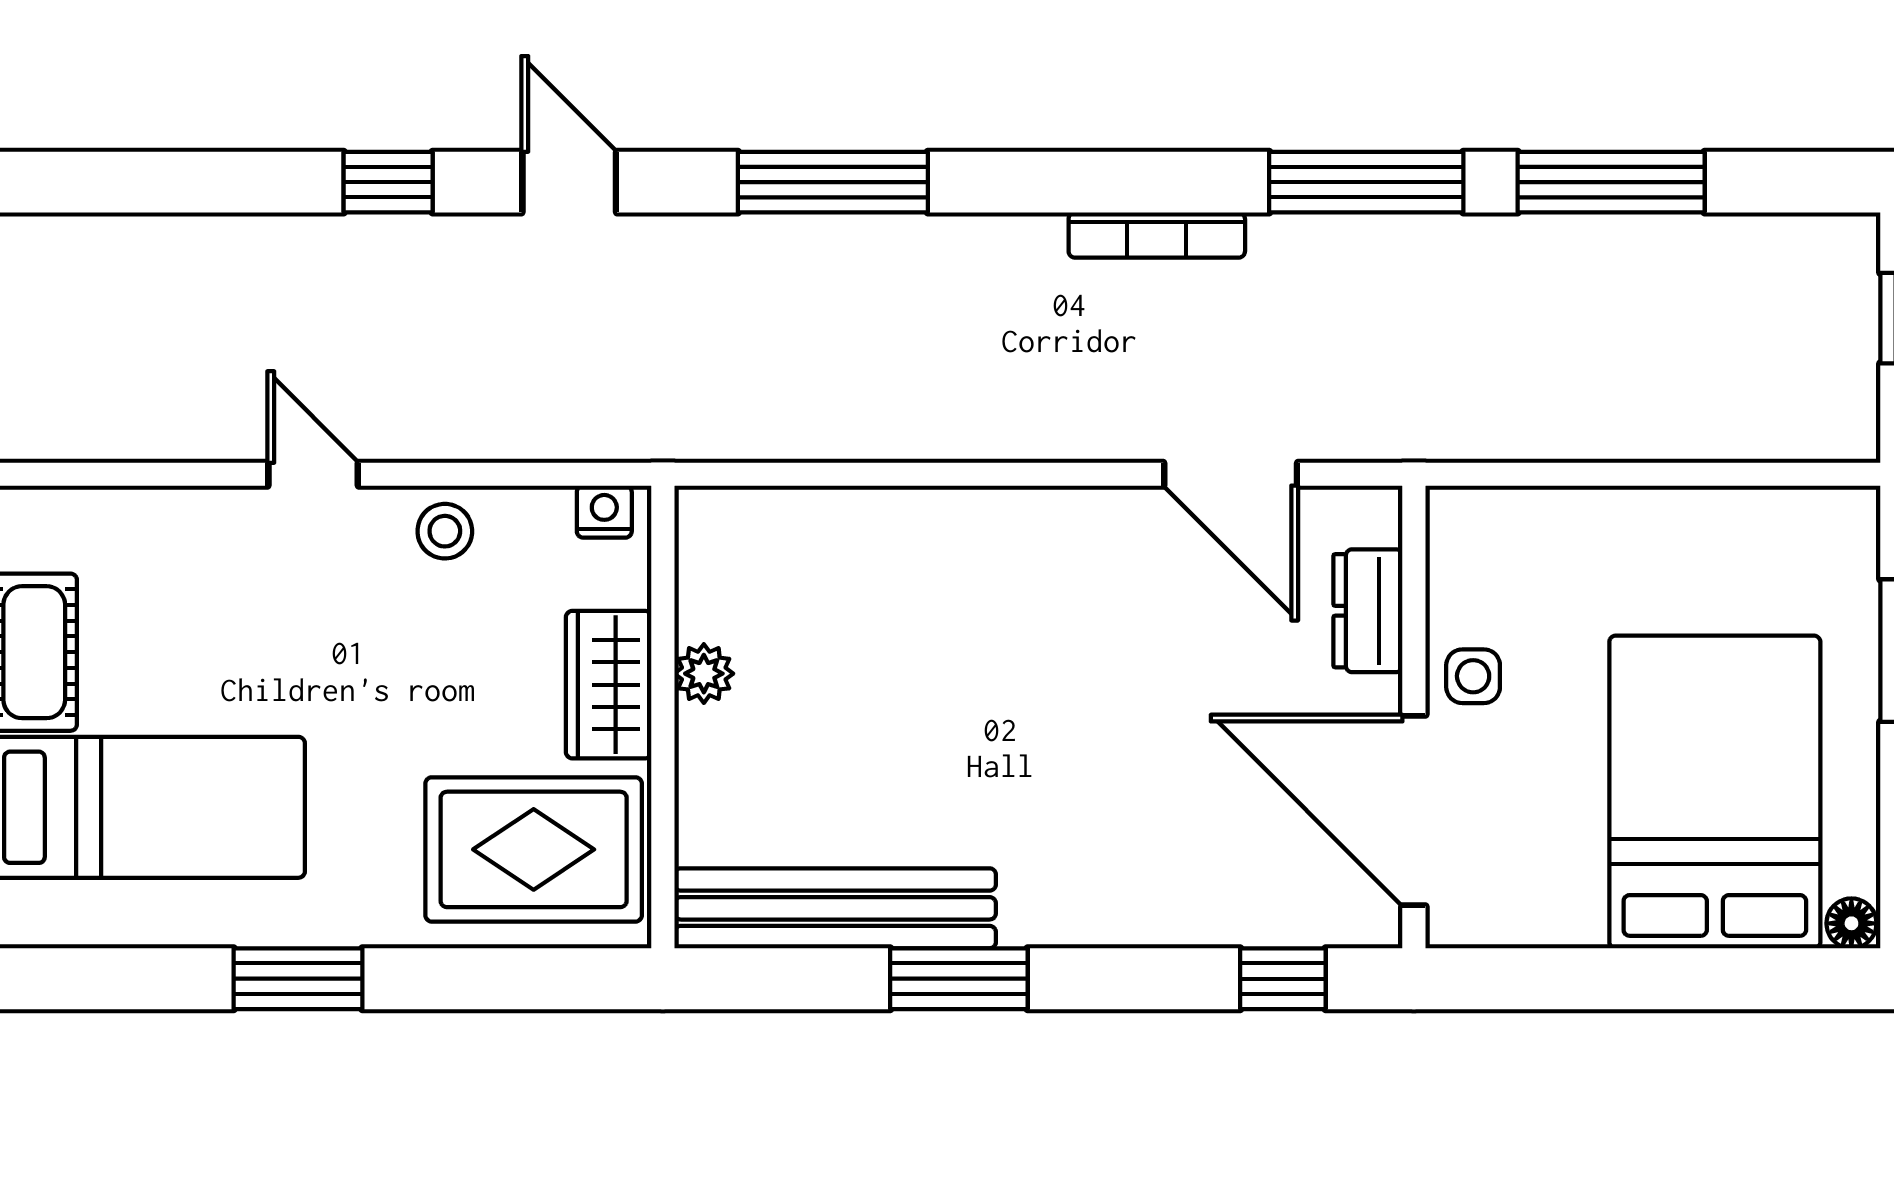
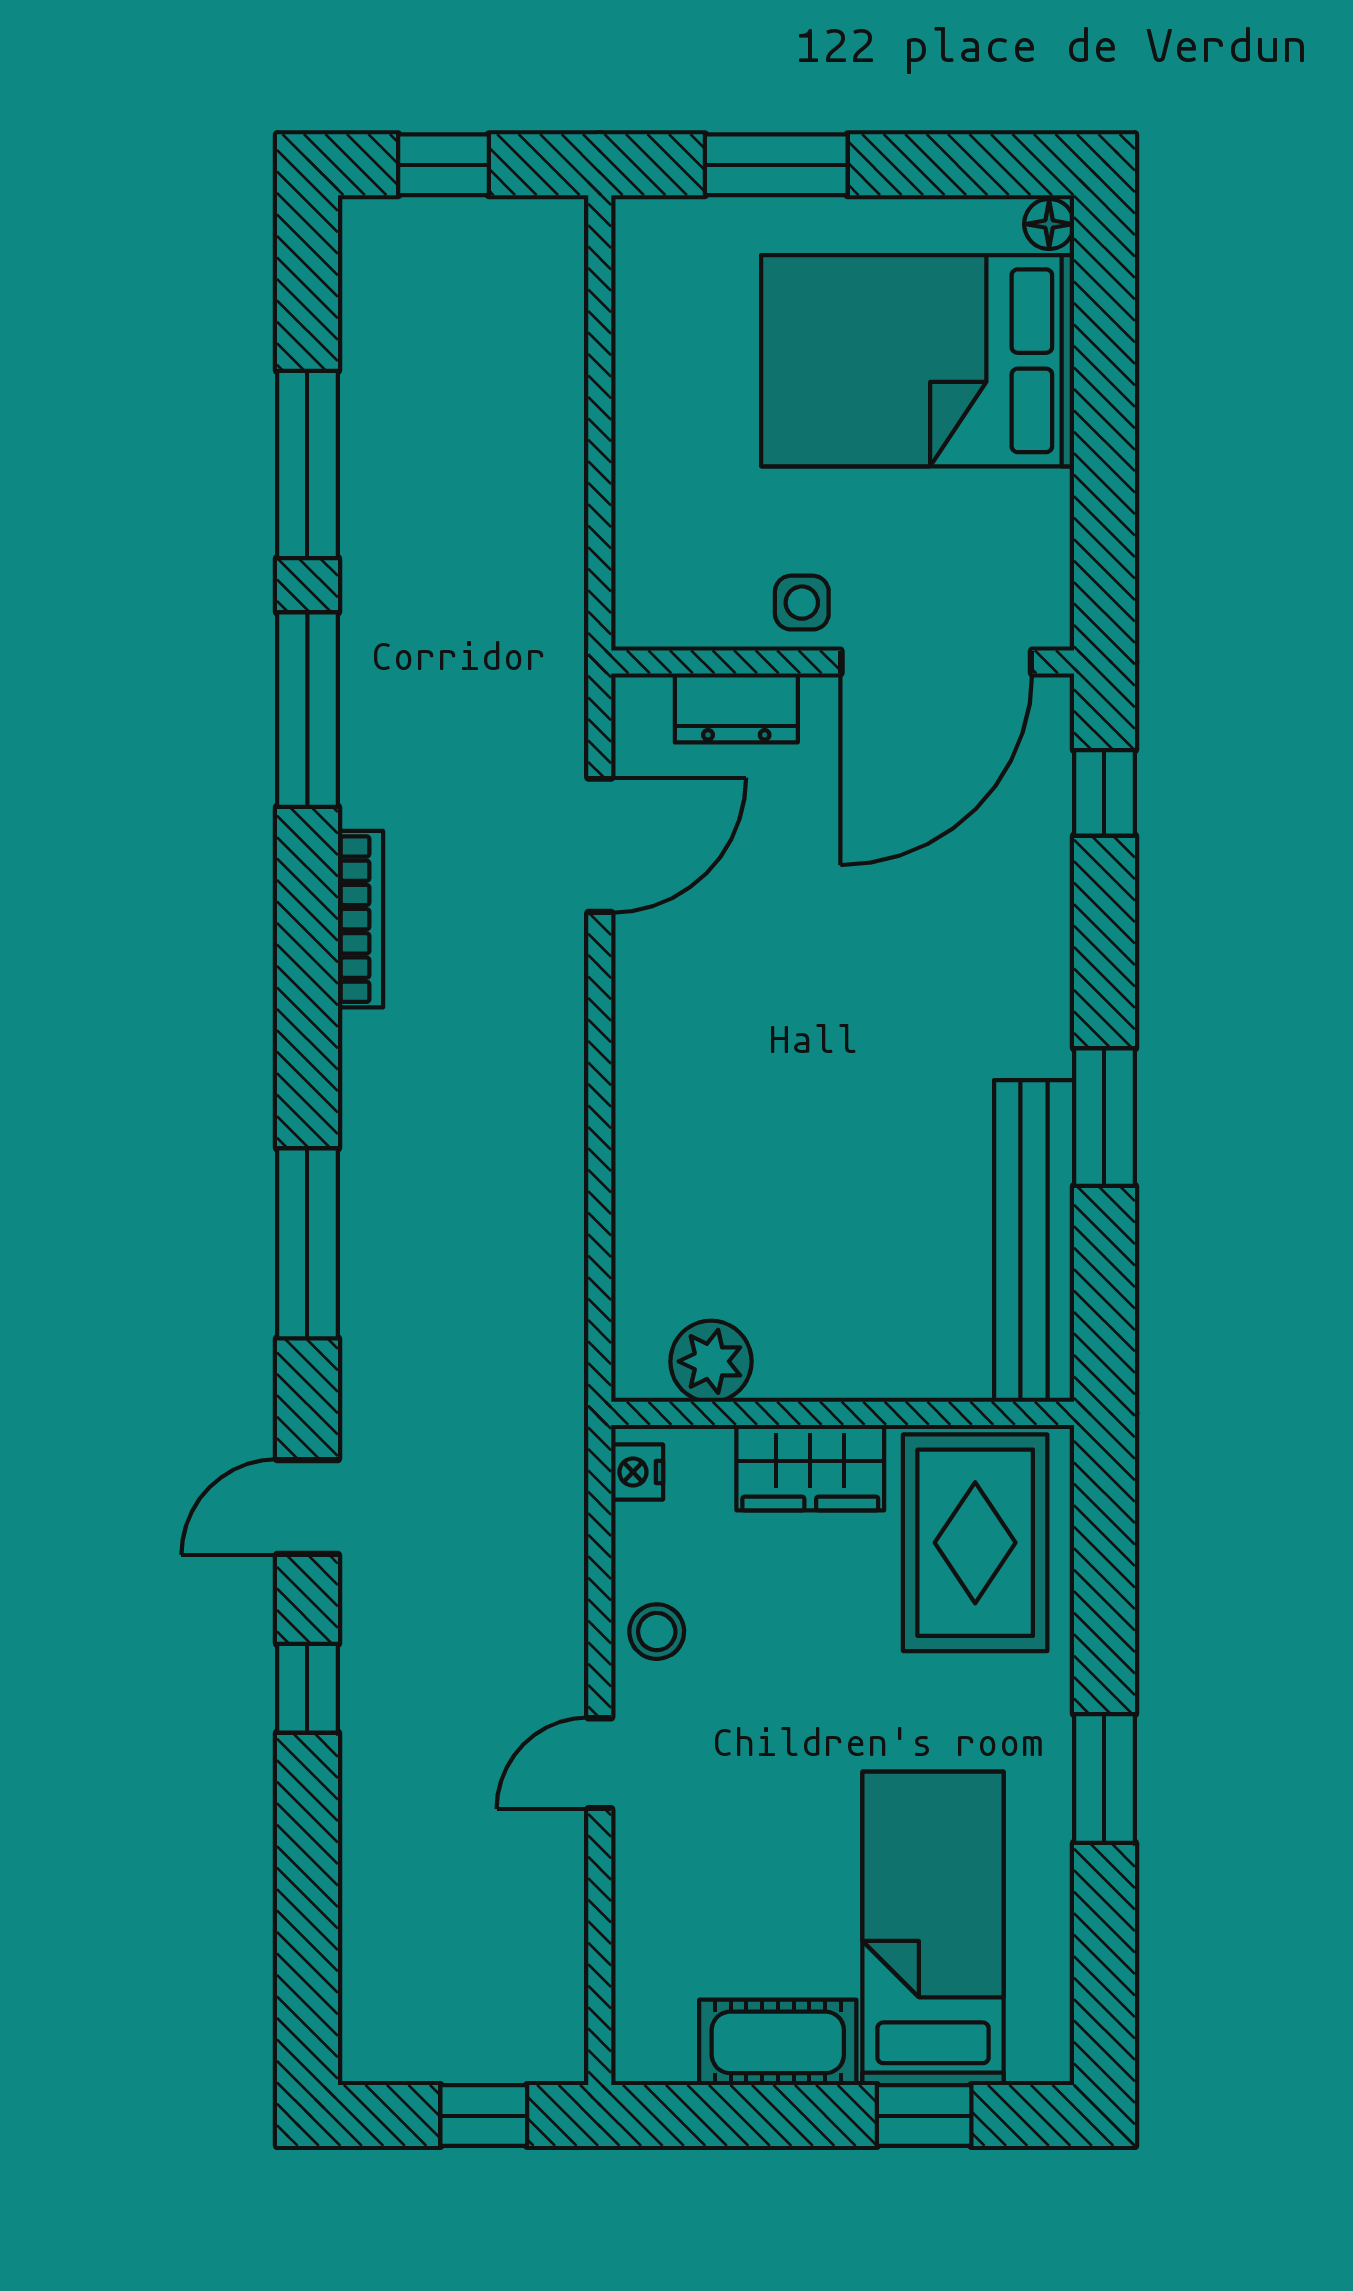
plant: (704, 674) -> (711, 1361), moved, width x1.38, depth x1.38

